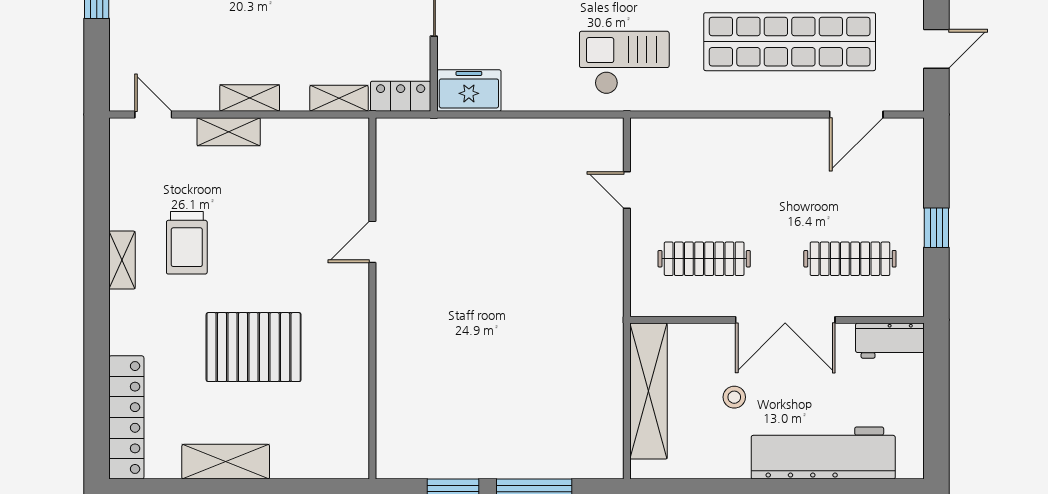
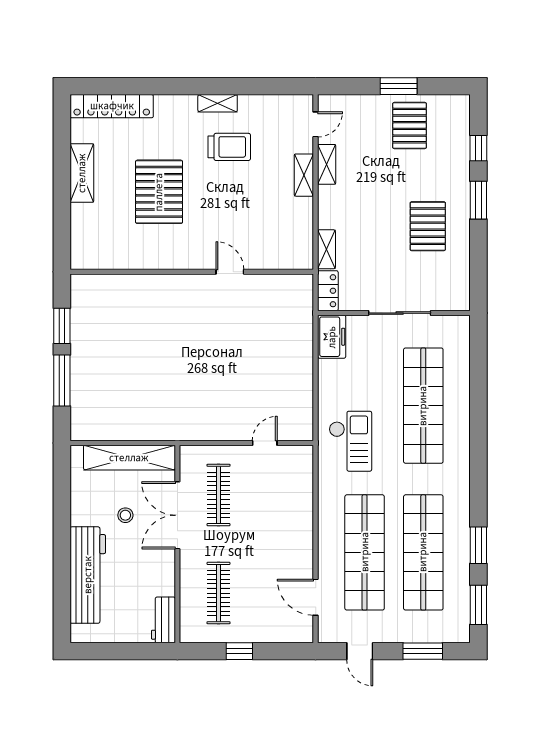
shelving: (250, 98) -> (327, 164), moved
trolley: (187, 243) -> (229, 147), turned 180
double door: (785, 320) -> (177, 515), moved

